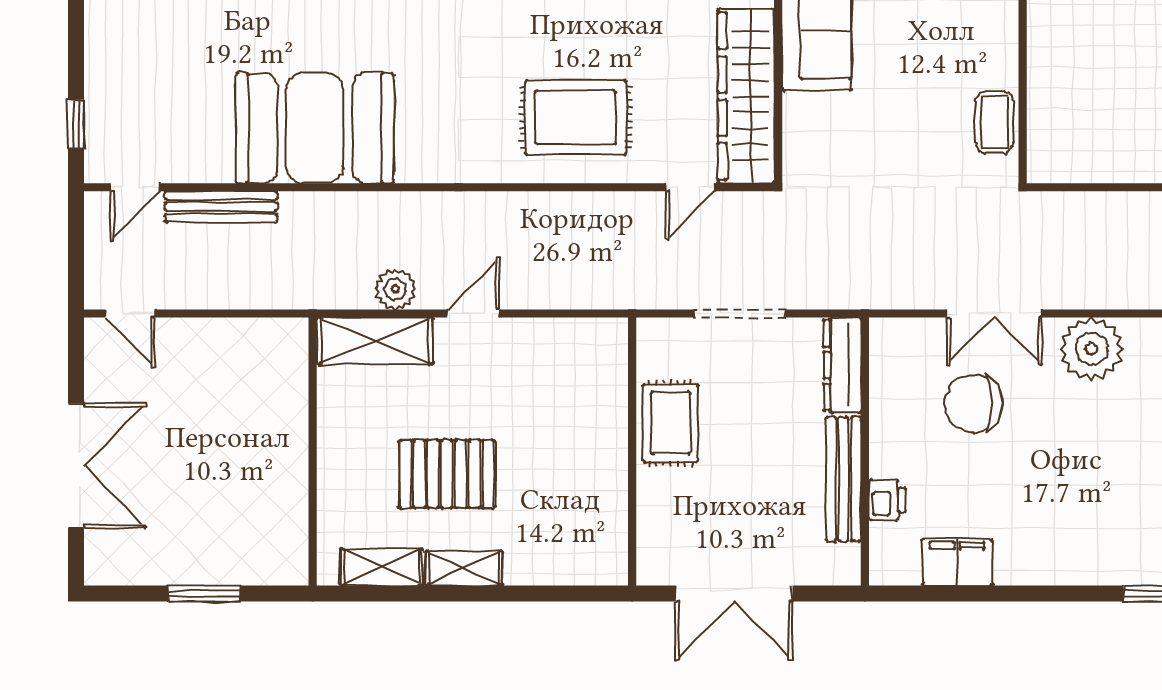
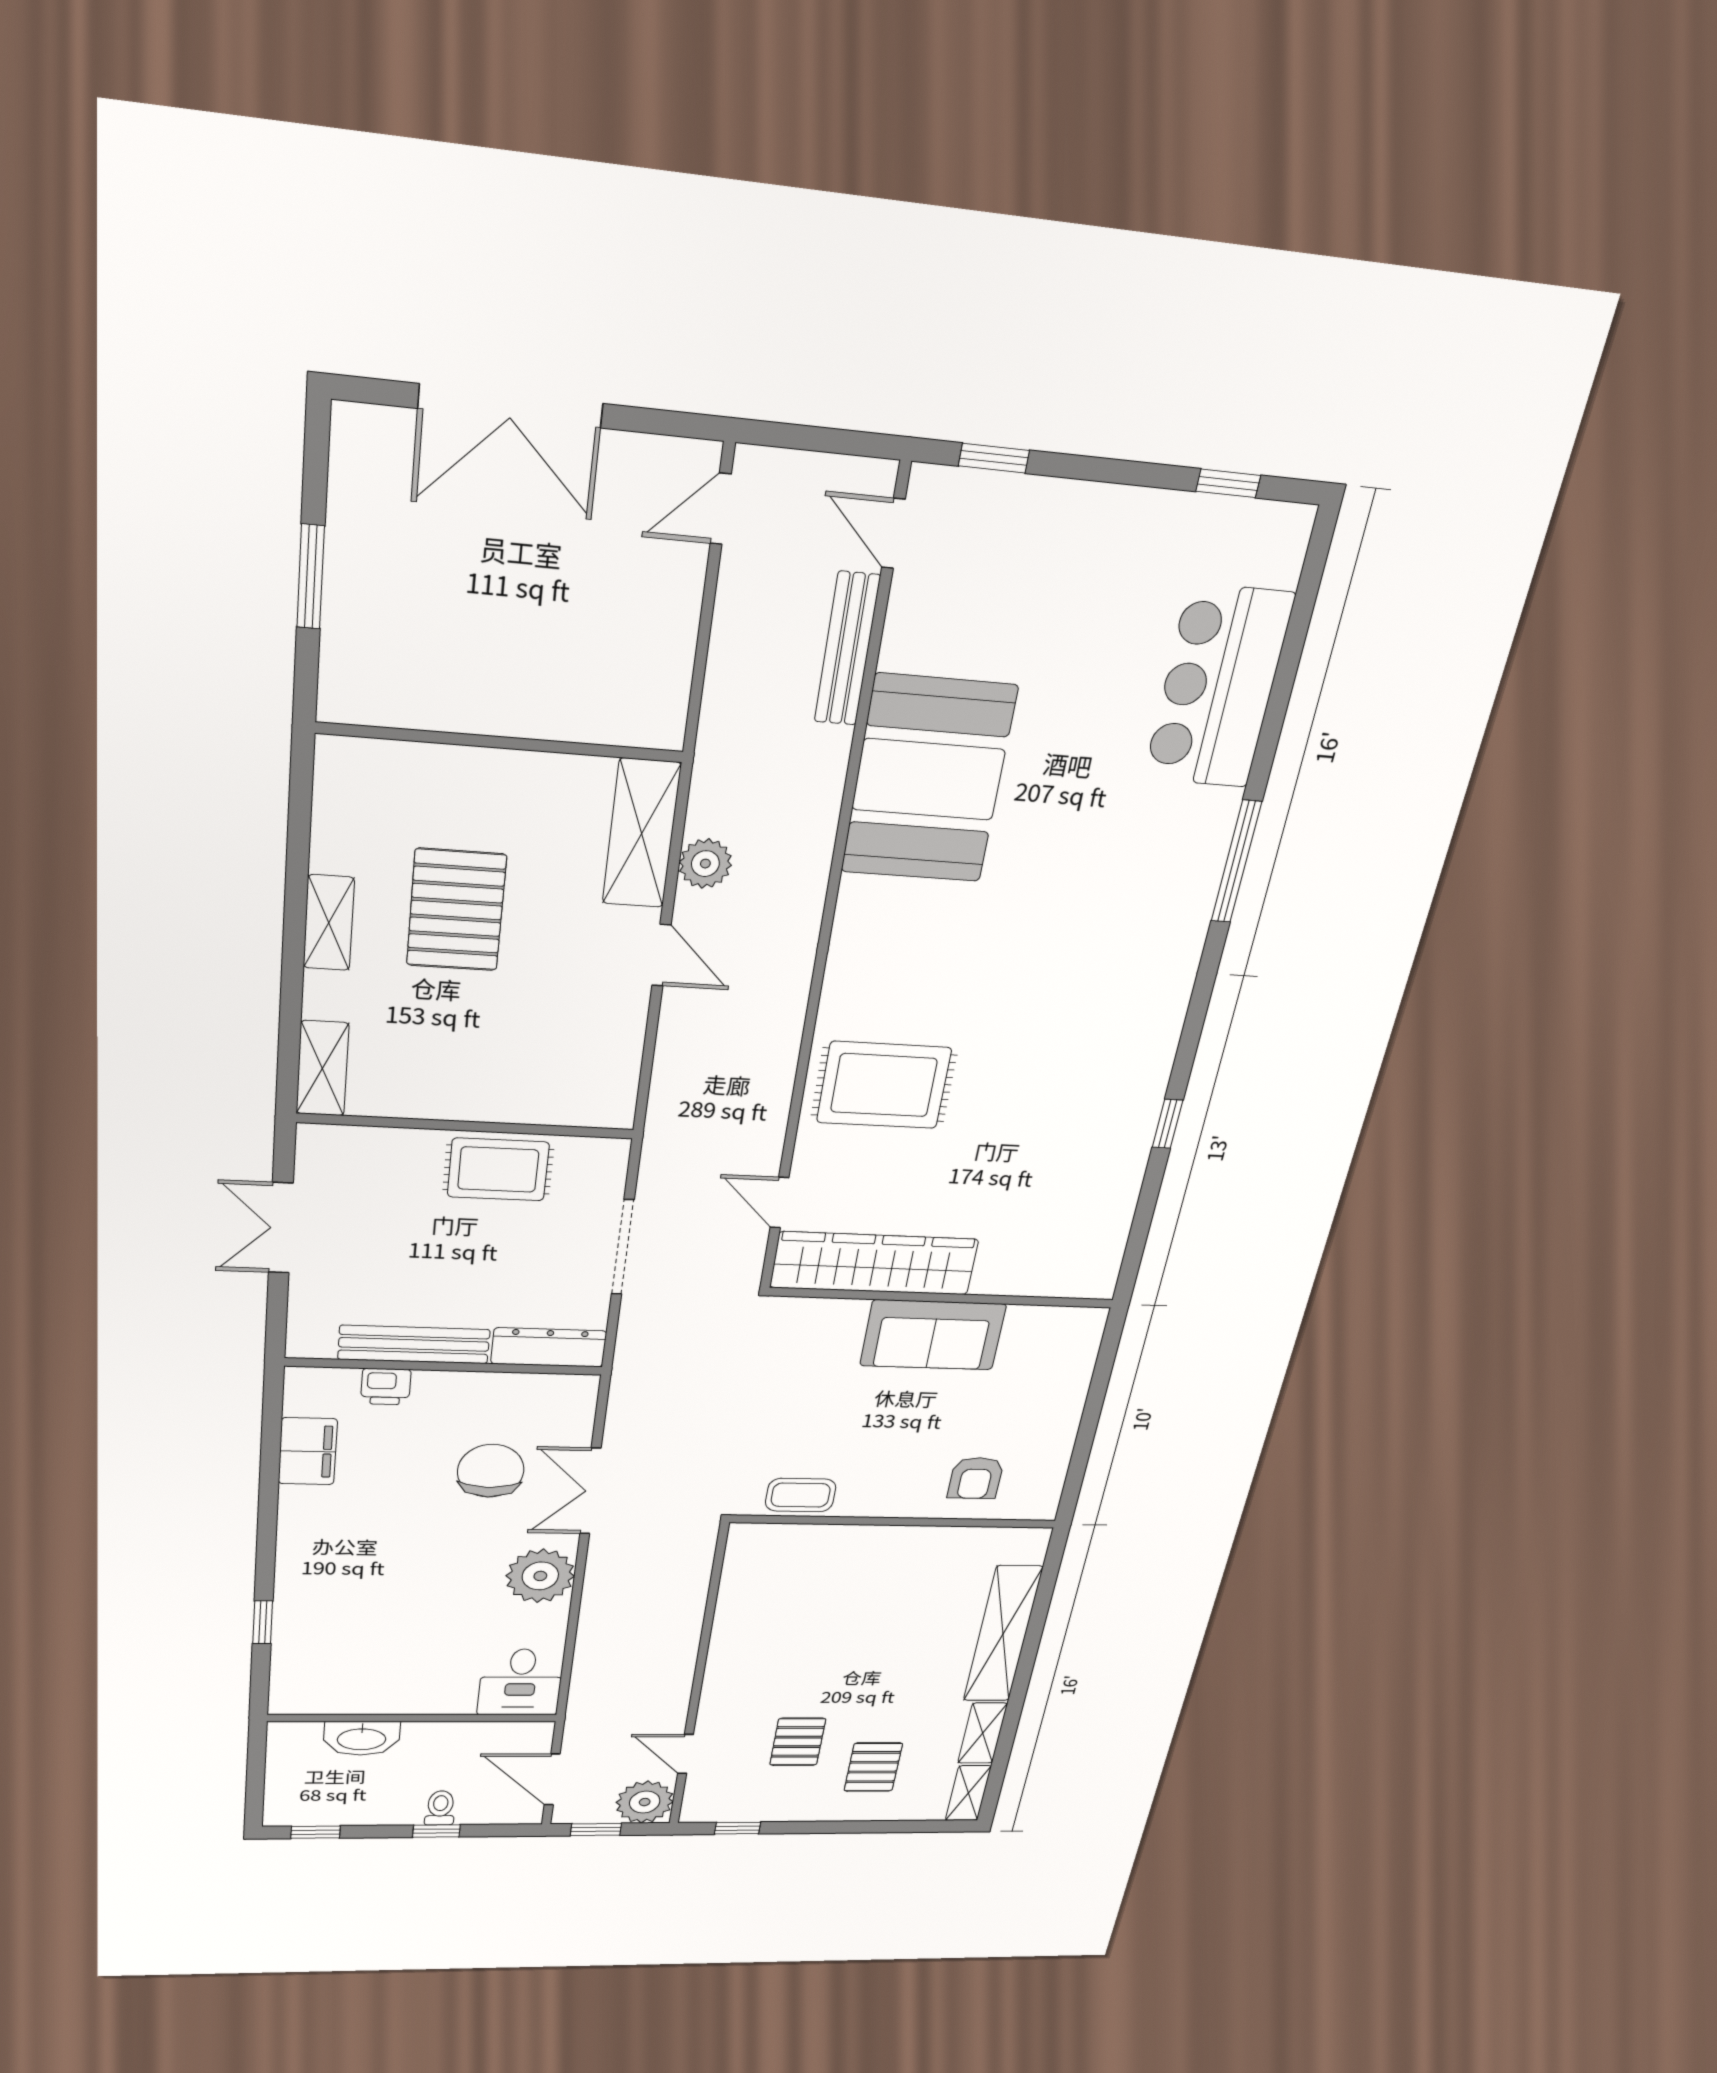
rug: (576, 117) -> (884, 1085), turned 90
shelving: (382, 567) -> (322, 1068), moved
double door: (734, 593) -> (281, 1228), width x0.73

